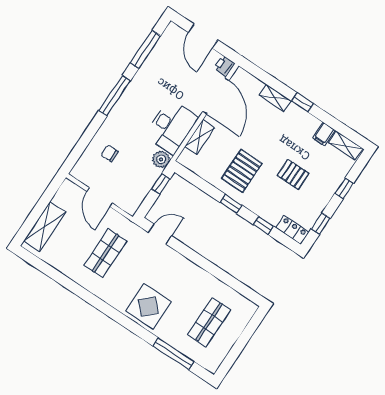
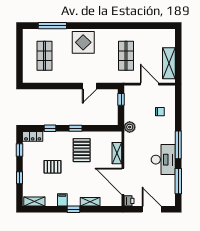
desk: (171, 127) -> (163, 160), moved, turned 180
filing cabinet: (324, 134) -> (62, 200), moved
window: (161, 184) -> (121, 99), moved
shelving: (45, 226) -> (169, 63), moved
door: (160, 234) -> (90, 86), moved

